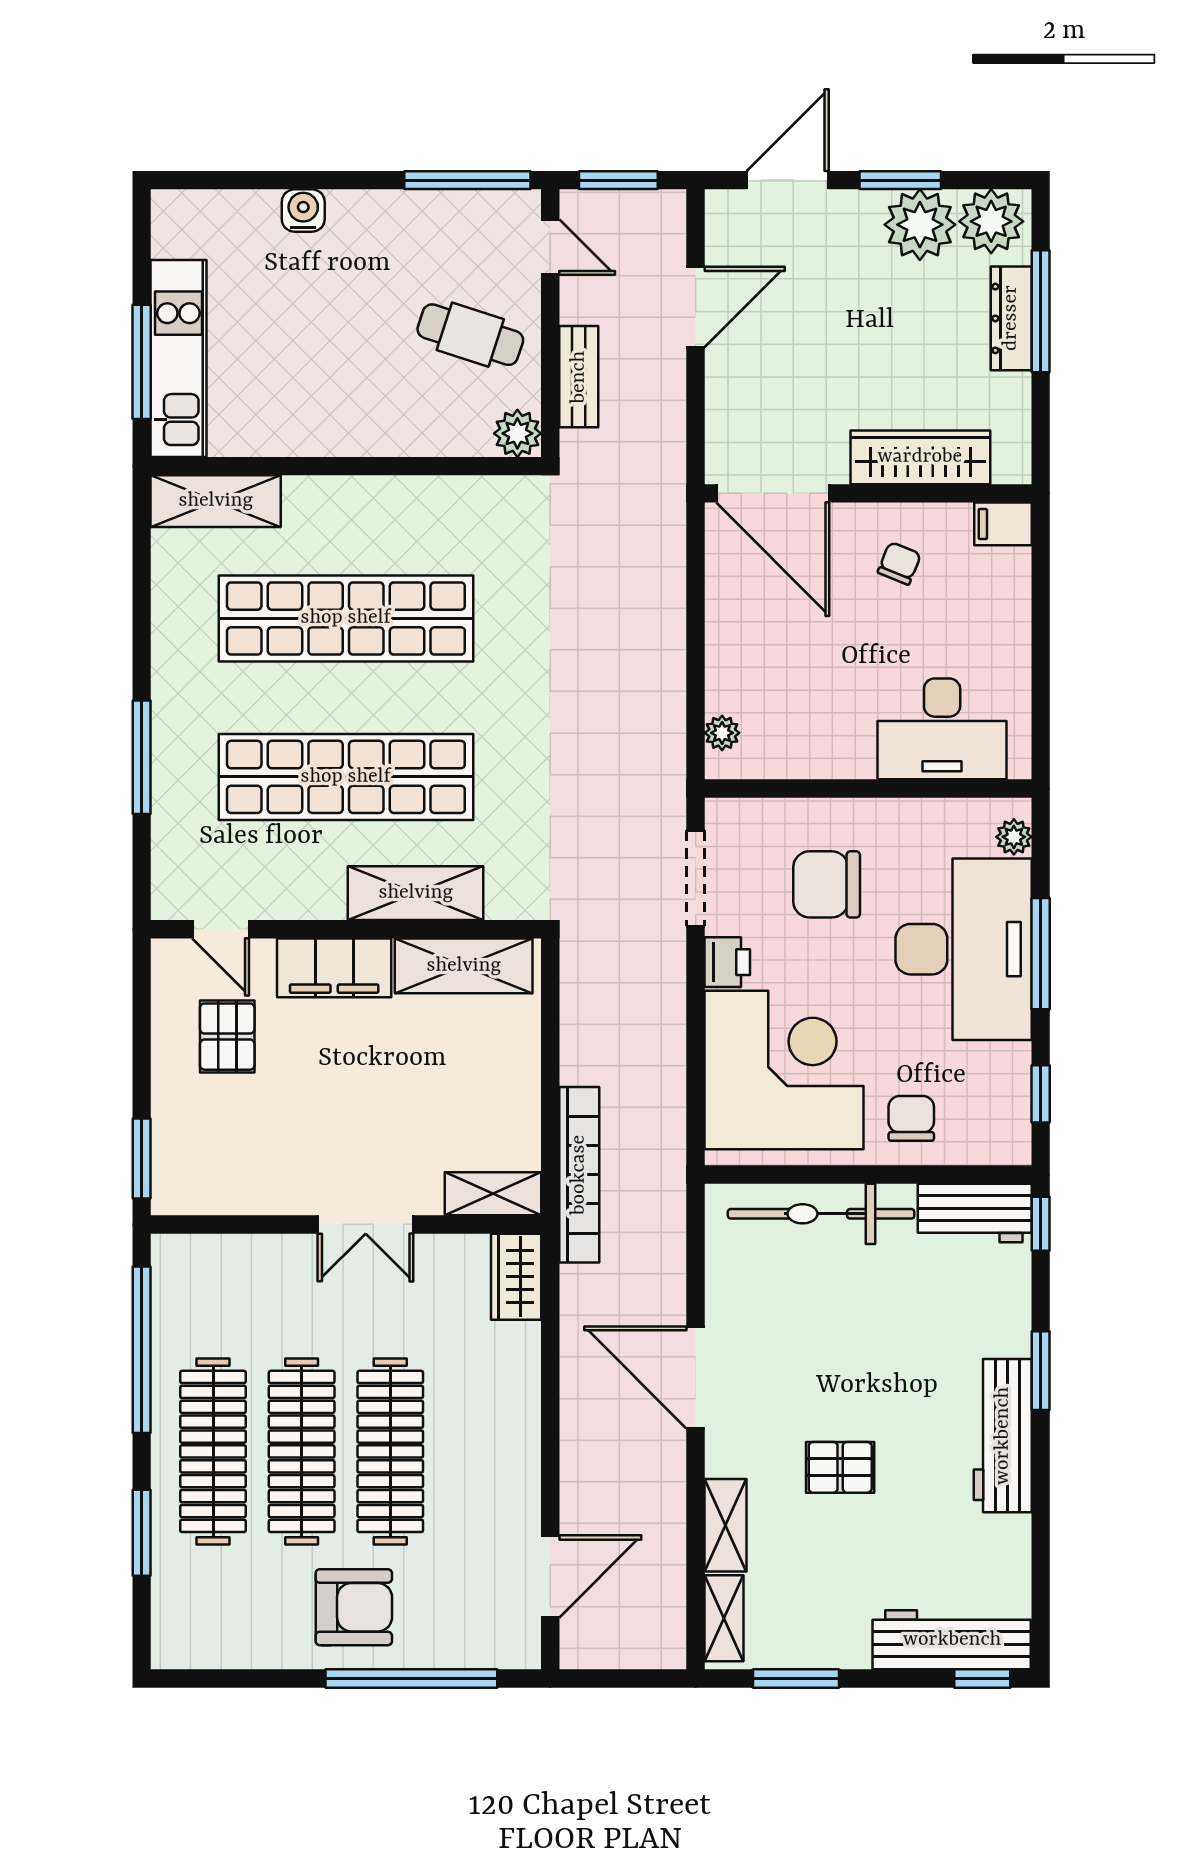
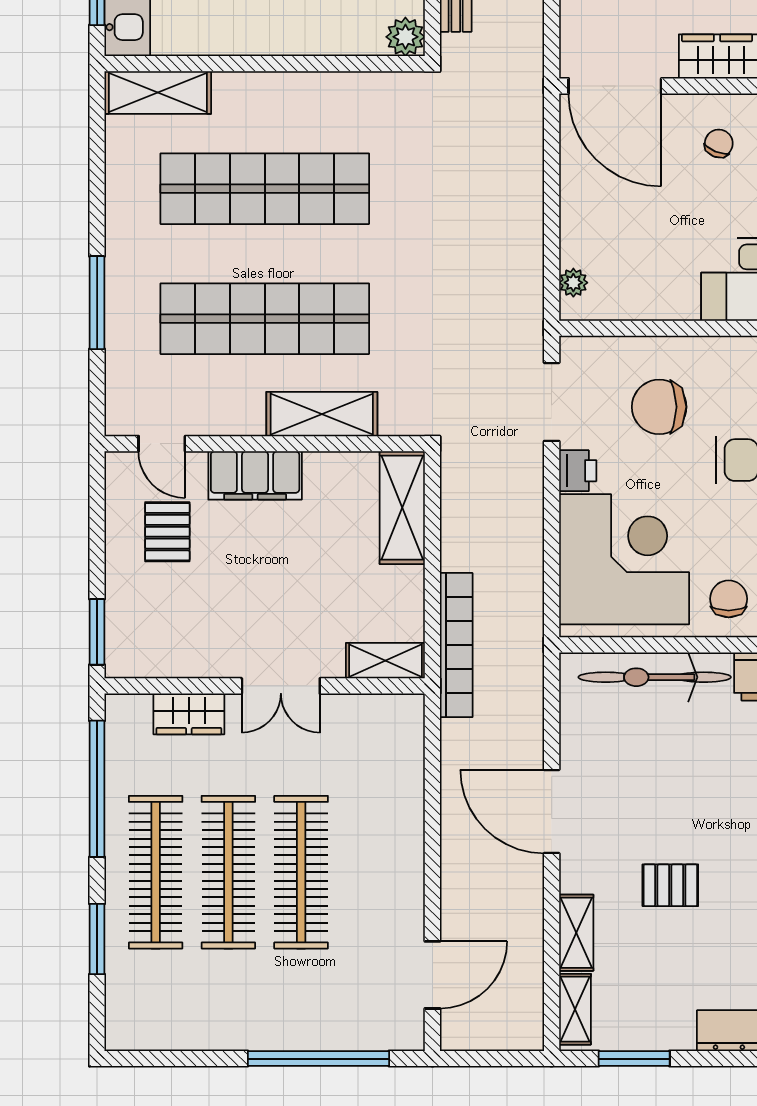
shelving: (464, 966) -> (402, 508), moved, turned 90
wardrobe: (516, 1277) -> (189, 714), moved, turned -90
armchair: (354, 1607) -> (271, 1000), removed

